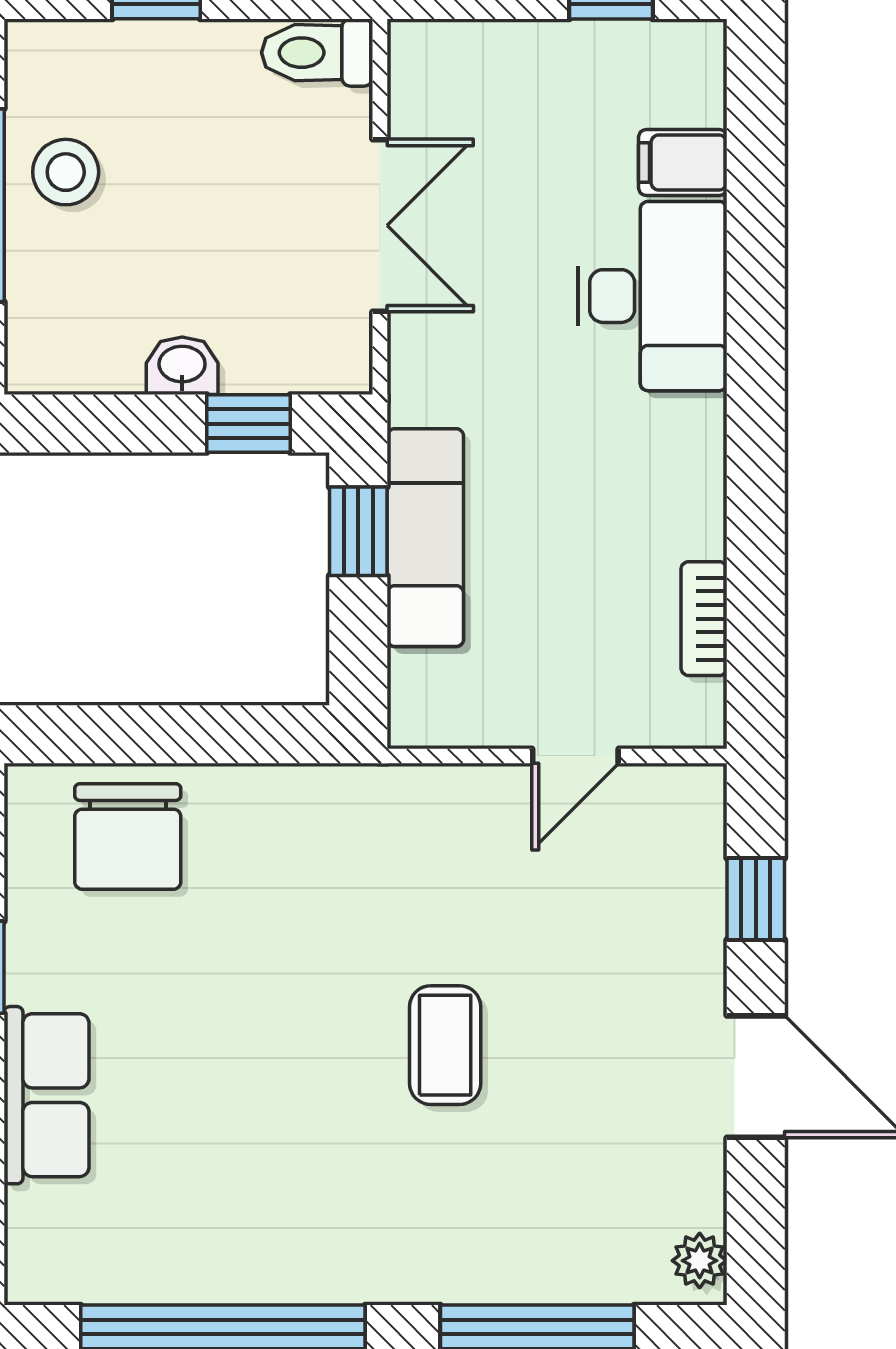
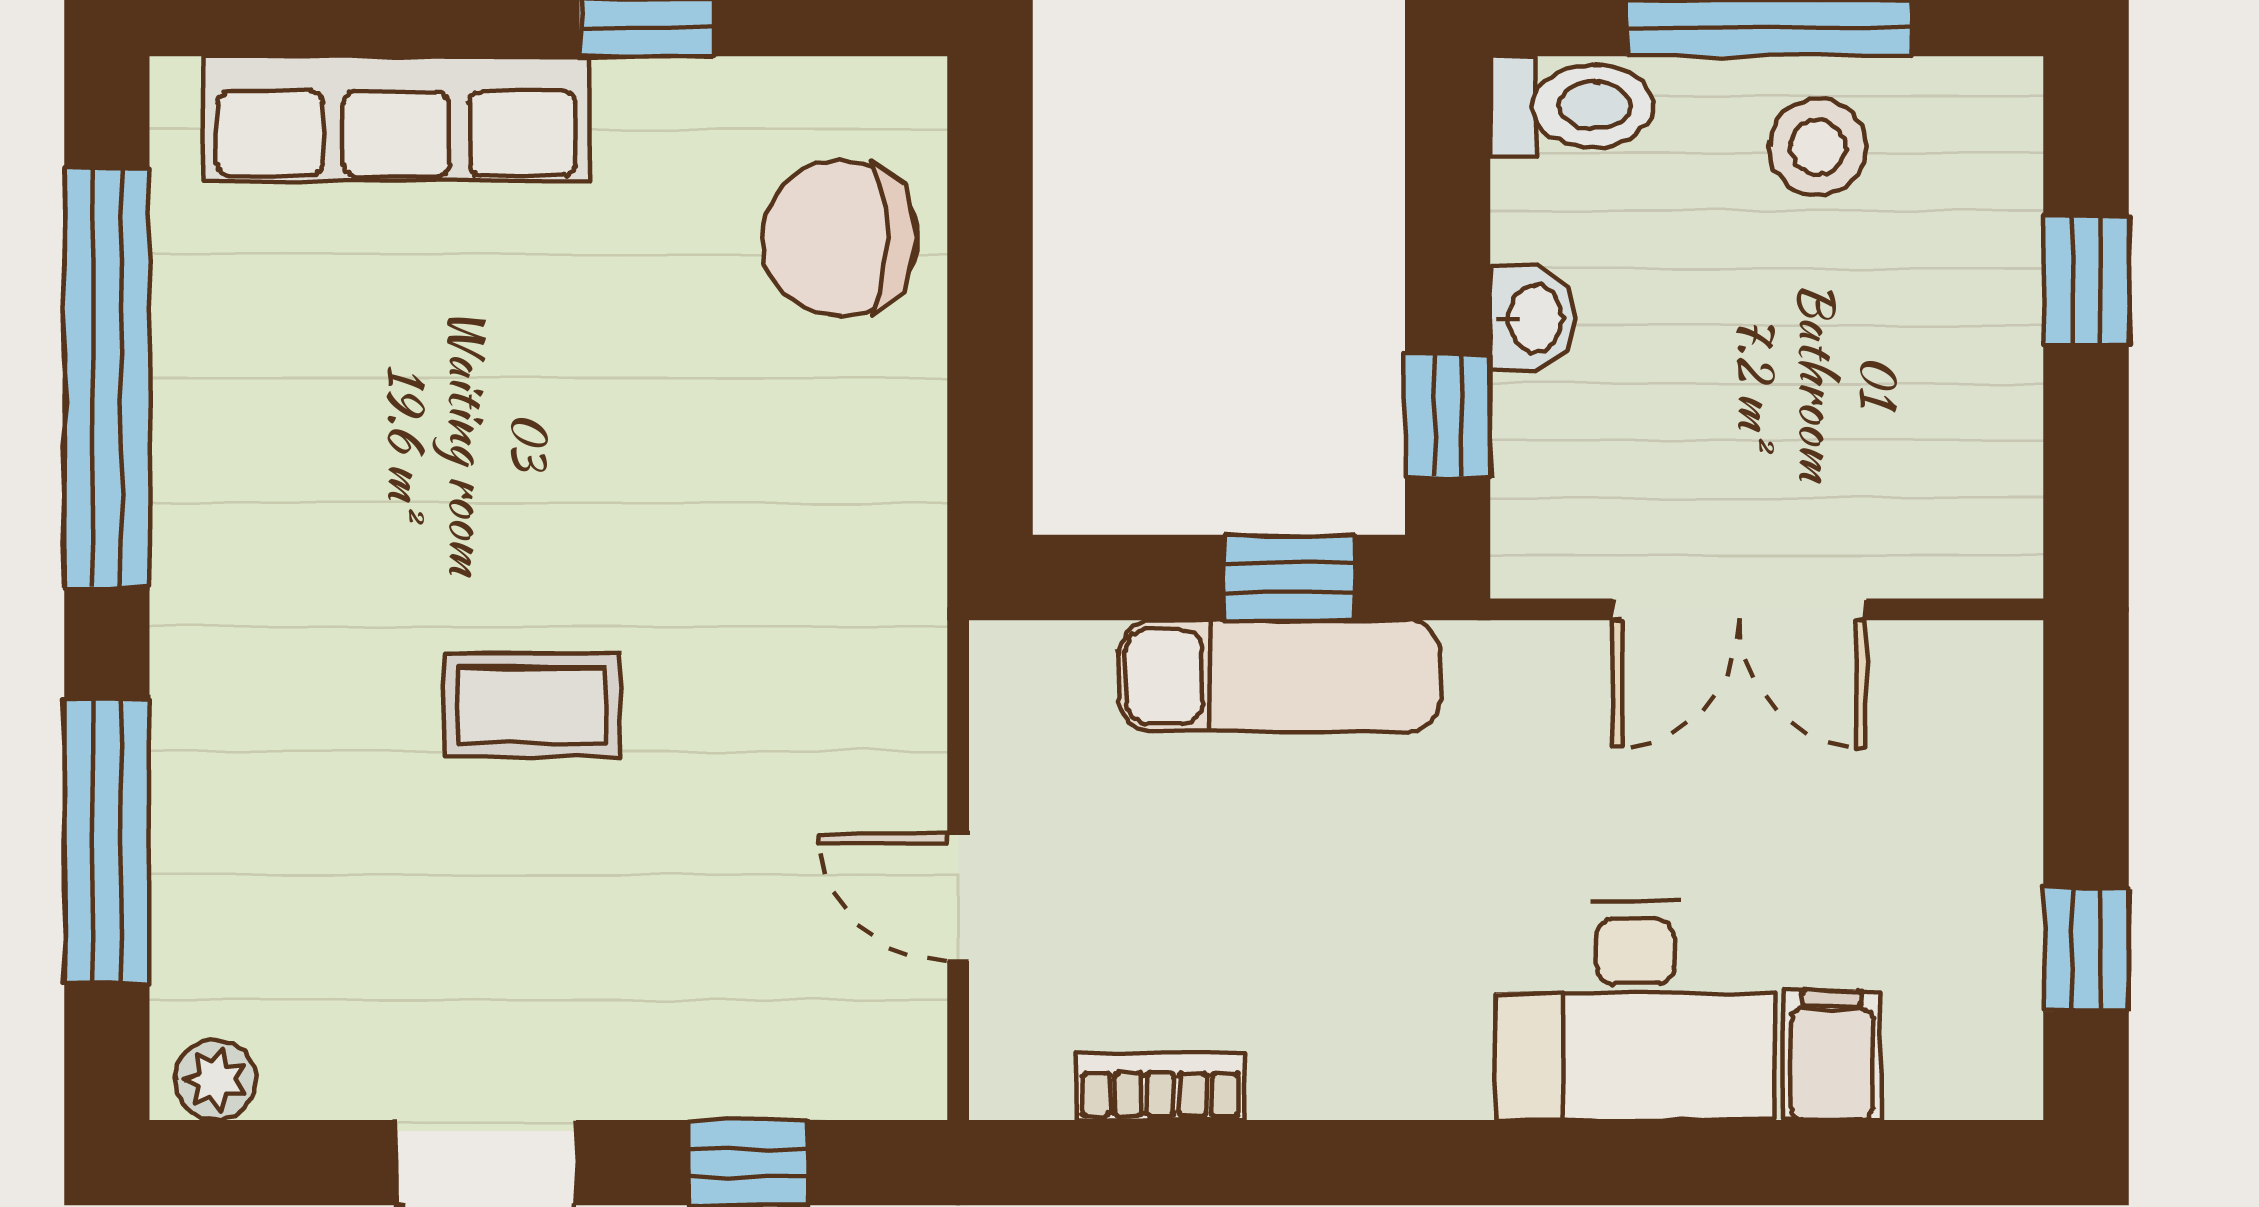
toilet: (317, 53) -> (1572, 106), moved, turned 90
row of seats: (47, 1095) -> (396, 119), width x1.48

